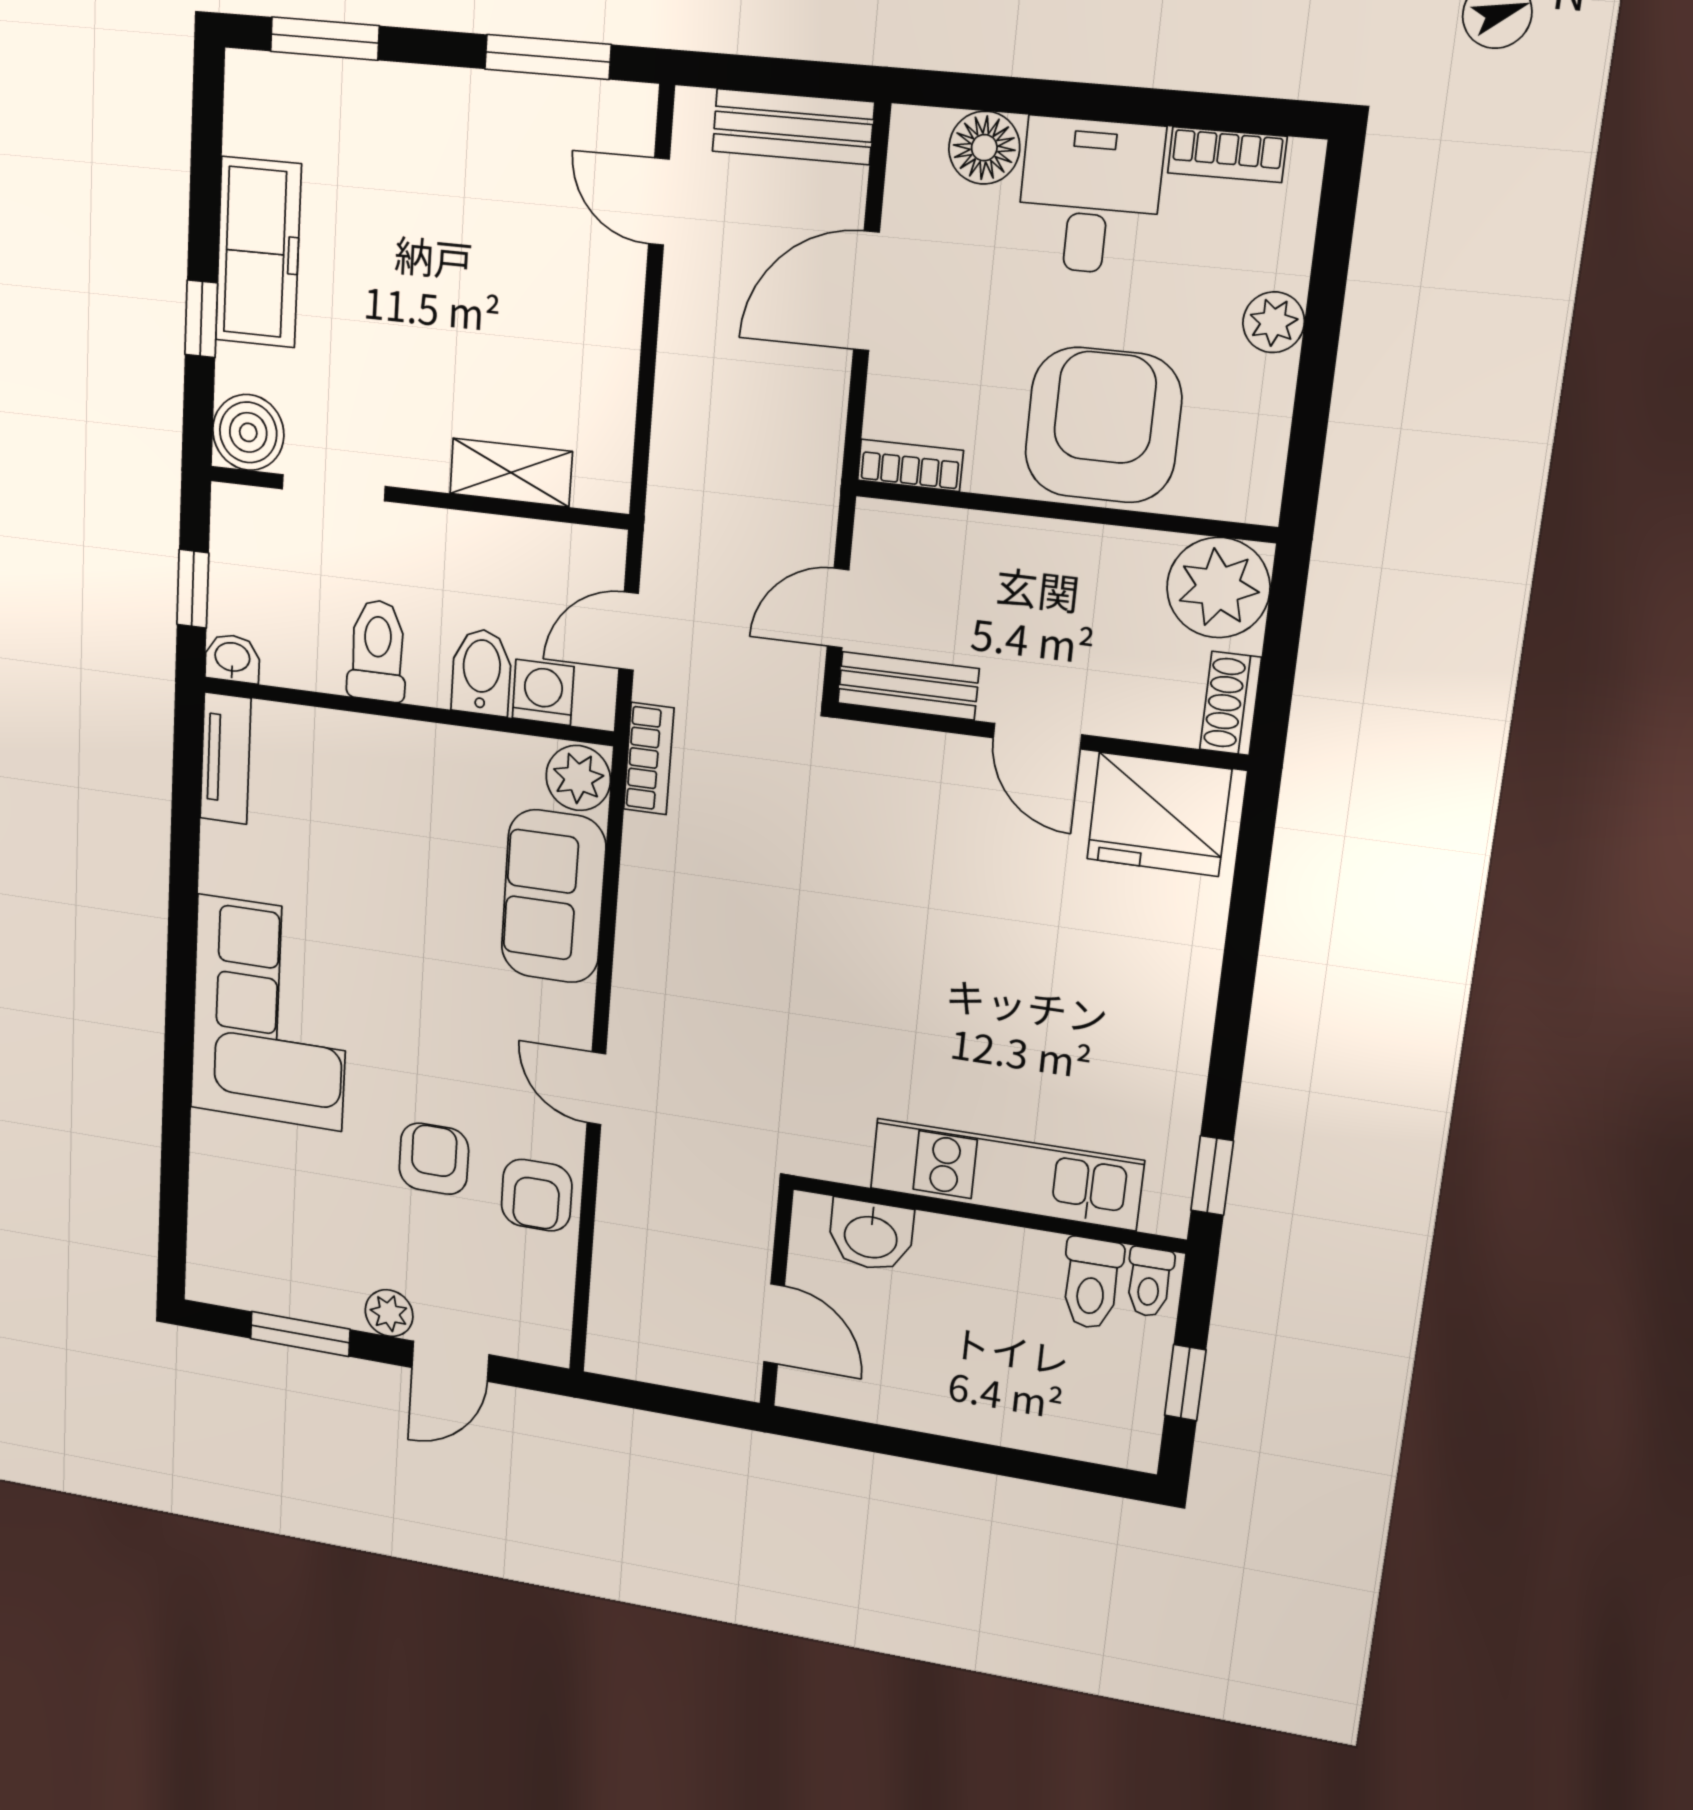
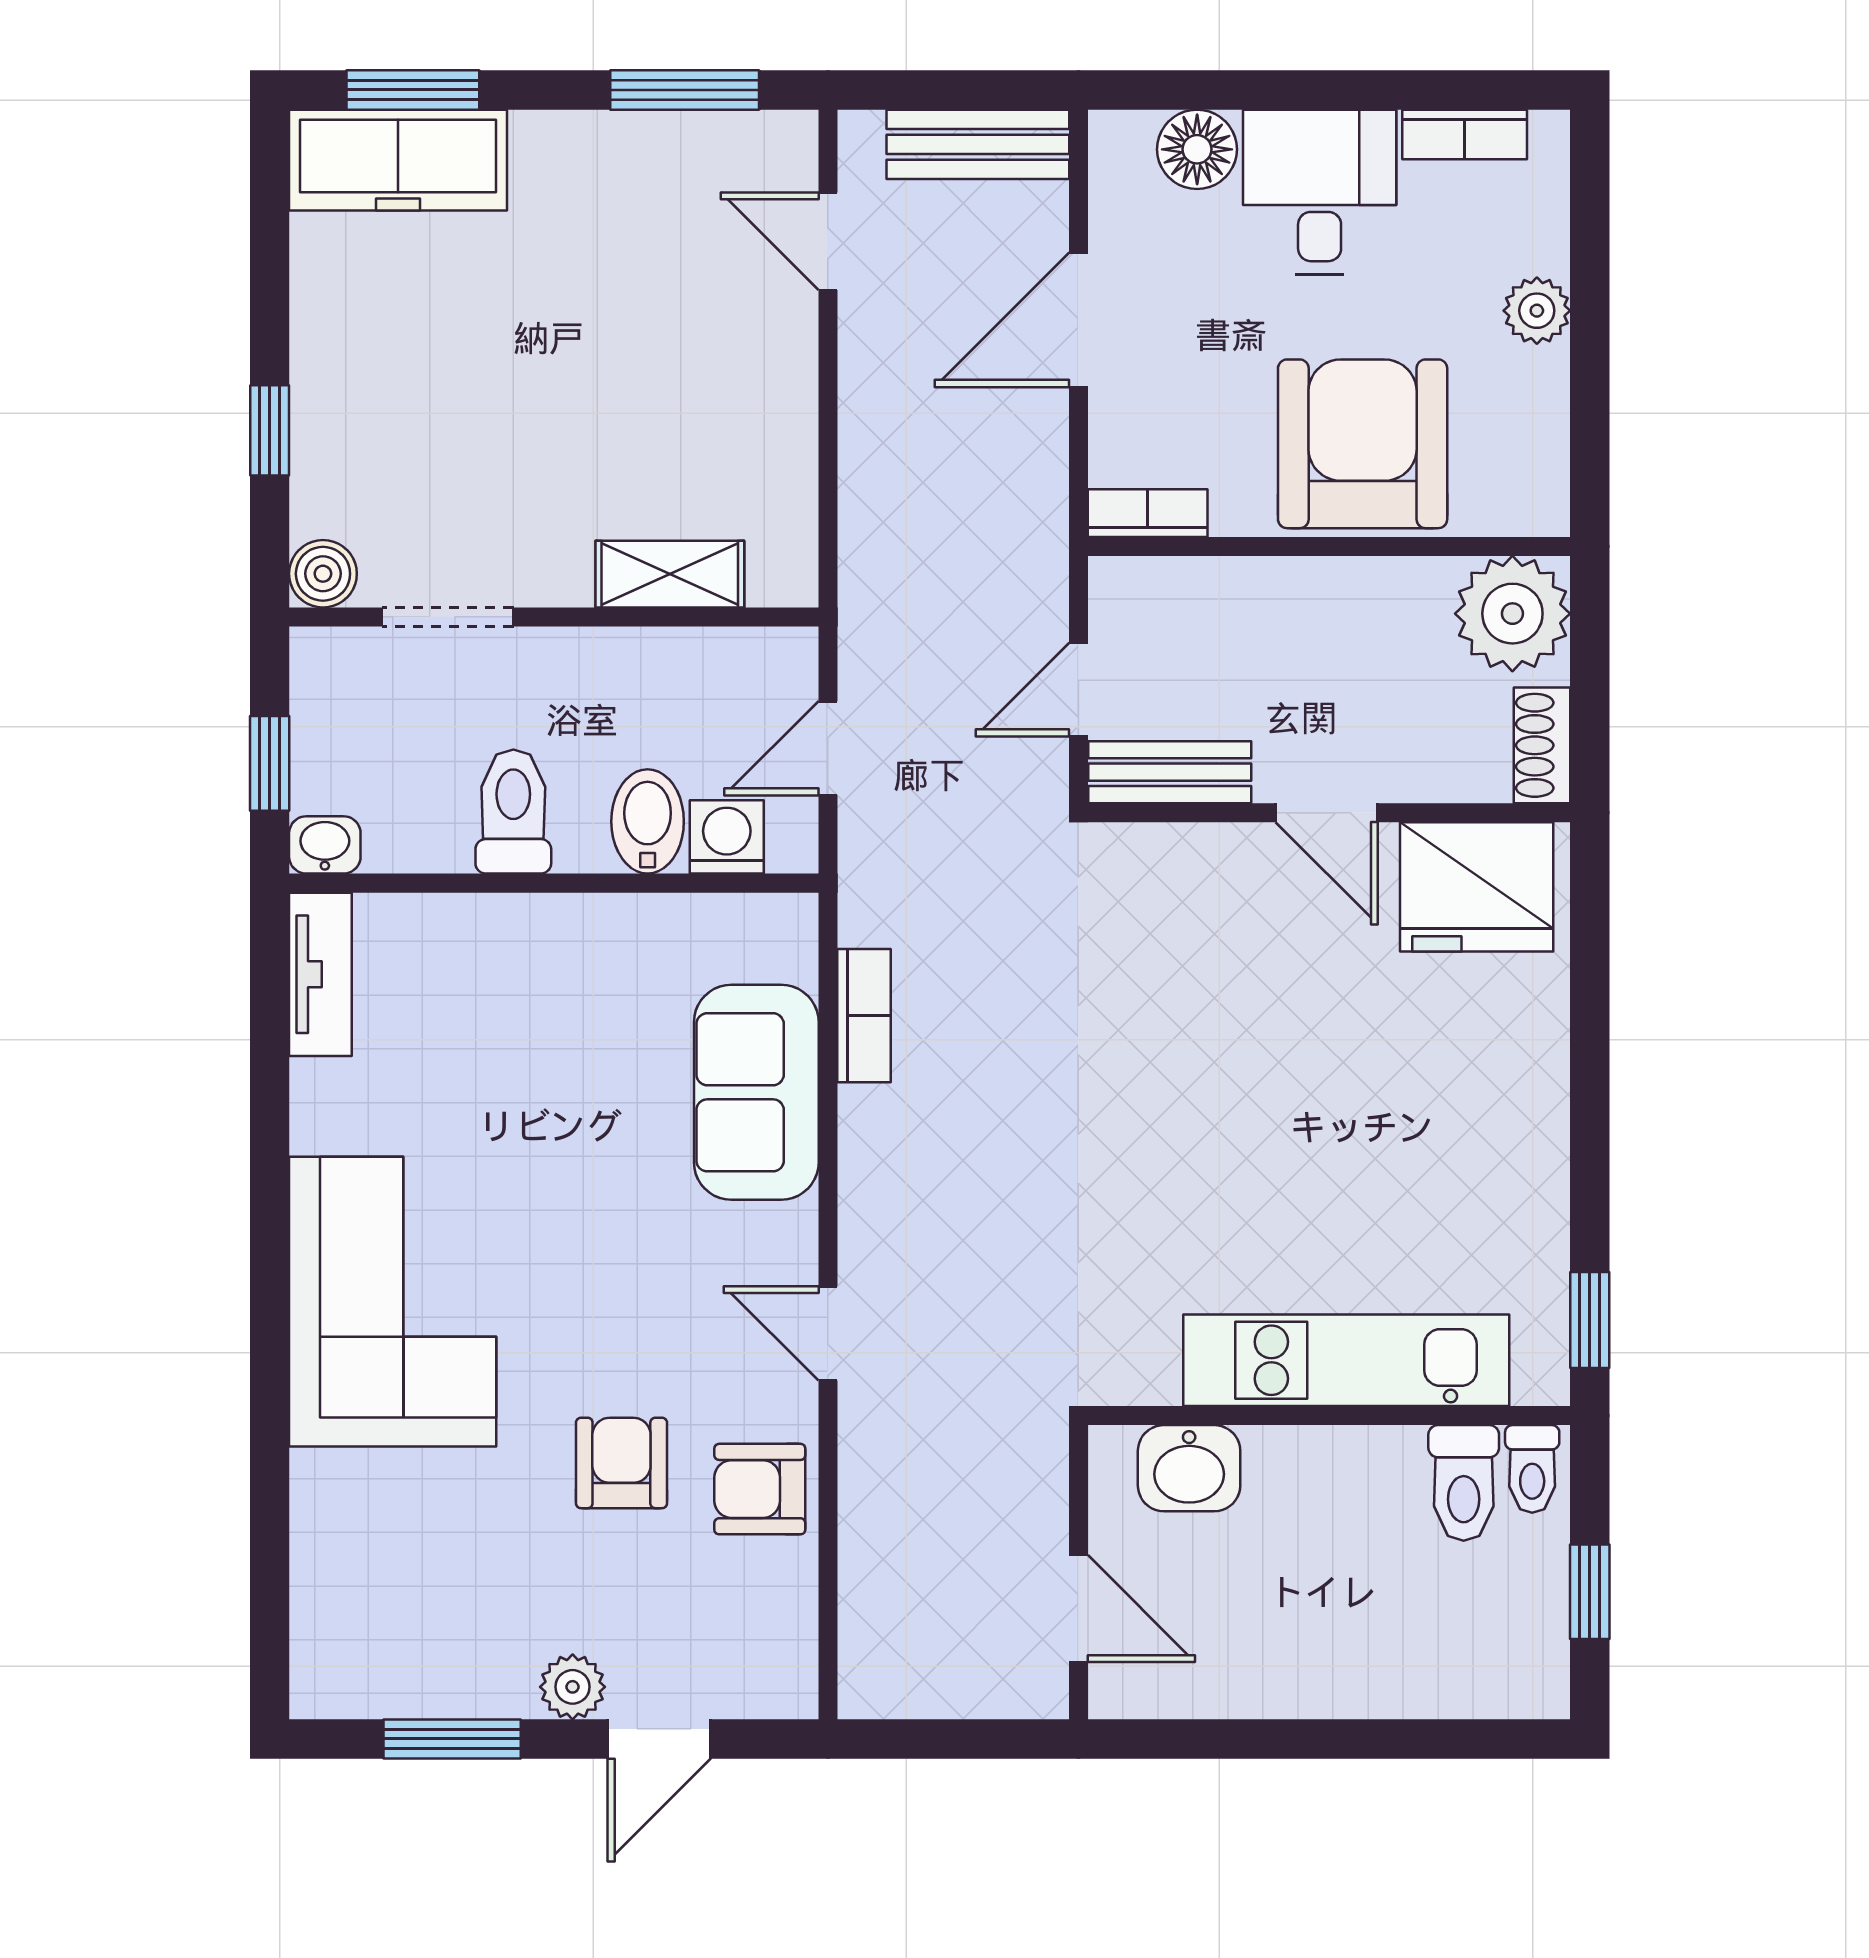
freezer: (258, 252) -> (398, 160), moved, turned 90
boiler: (248, 432) -> (323, 574), width x0.73, depth x0.73
bookcase: (649, 759) -> (864, 1016), moved
plant: (578, 778) -> (778, 938), removed
armchair: (537, 1195) -> (760, 1489), turned 90

